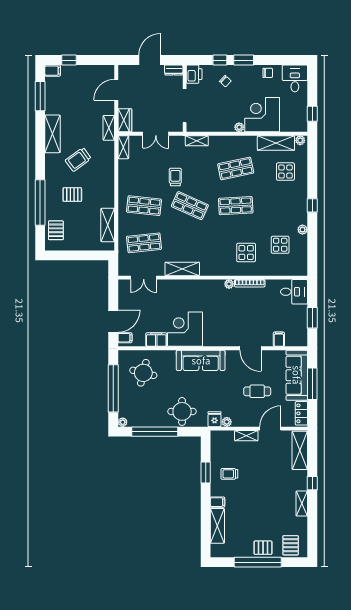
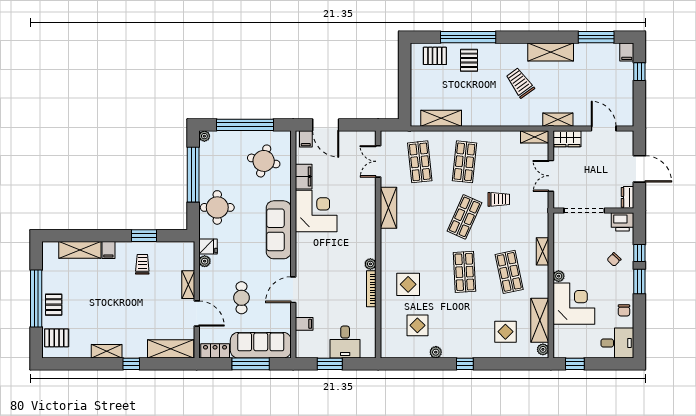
shelving: (197, 141) -> (543, 251), moved
pallet: (72, 195) -> (469, 60), moved
desk: (294, 292) -> (345, 342), moved

